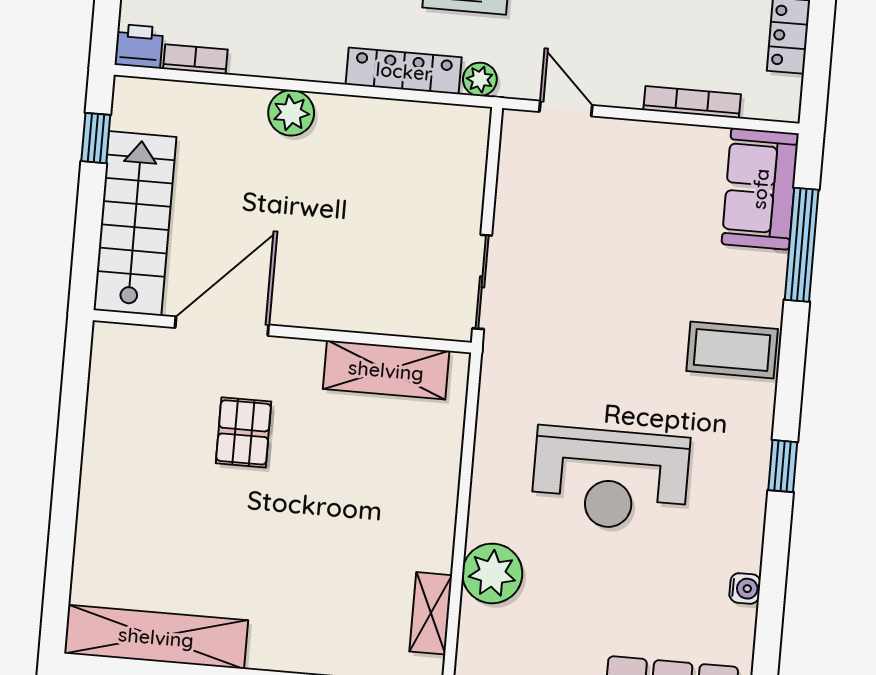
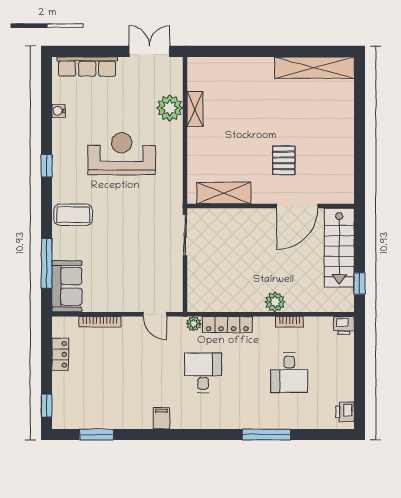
bookcase: (195, 59) -> (289, 322), moved
shelving: (431, 613) -> (195, 109), moved

